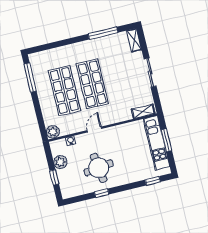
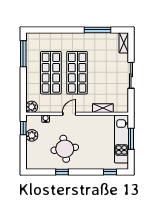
shelving: (143, 111) -> (103, 108), moved
window: (54, 177) -> (23, 128), moved

